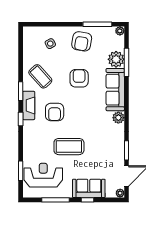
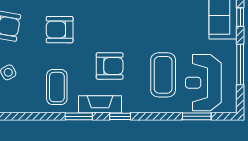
coffee table: (40, 76) -> (57, 87), turned -48
coffee table: (69, 147) -> (163, 75), moved

